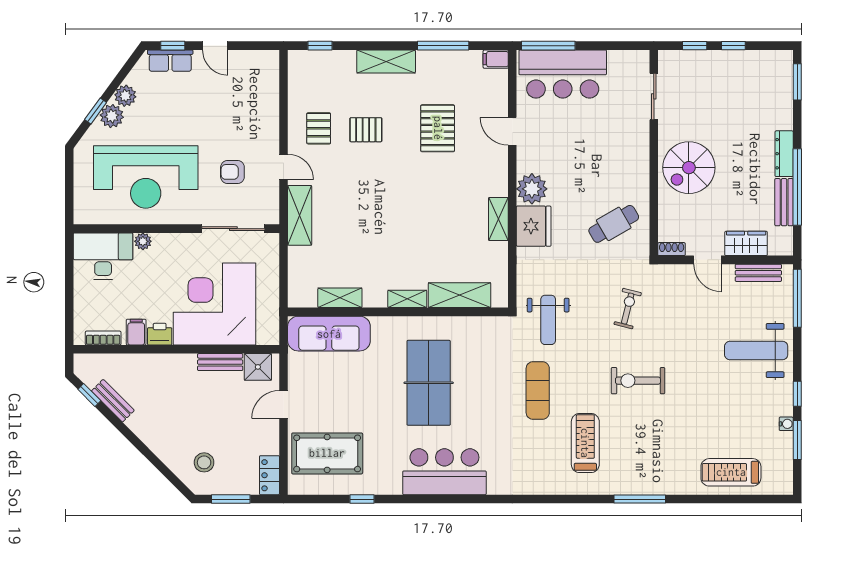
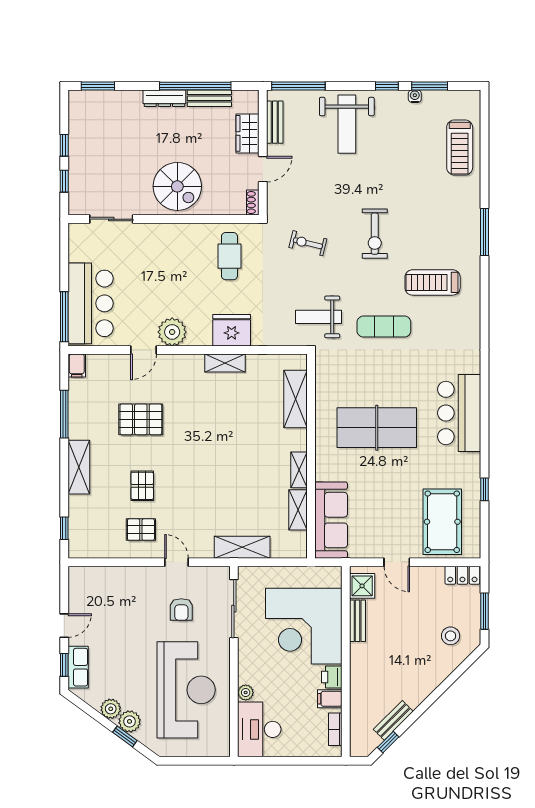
door: (284, 167) -> (177, 562), hinge flipped
plant: (532, 189) -> (172, 332), moved
shelving: (300, 215) -> (242, 547), moved
cafe table: (614, 224) -> (229, 256), turned 30
shelving: (407, 299) -> (299, 470), moved
weight bench: (548, 320) -> (318, 317), turned 180

